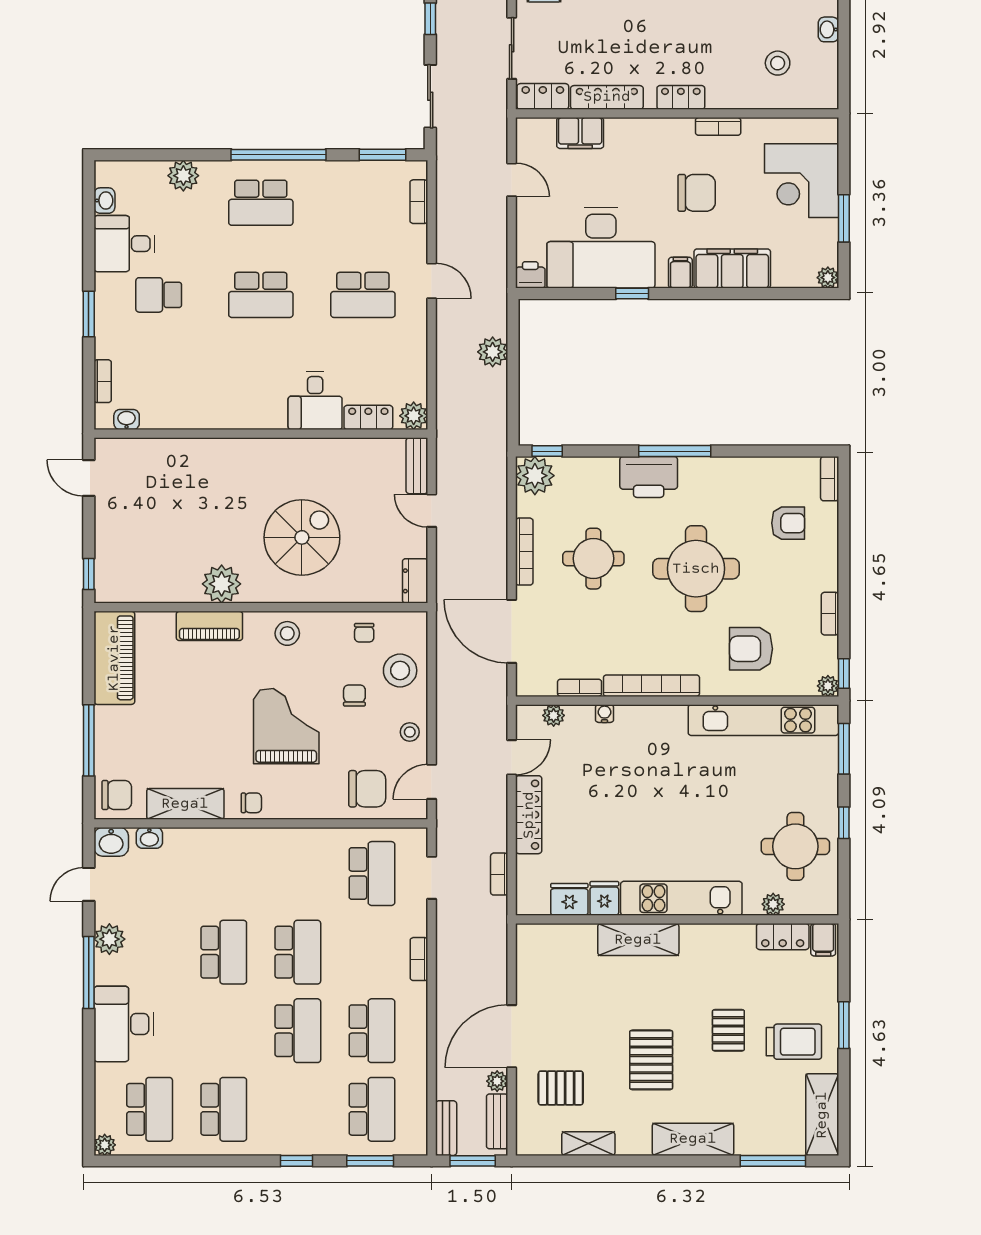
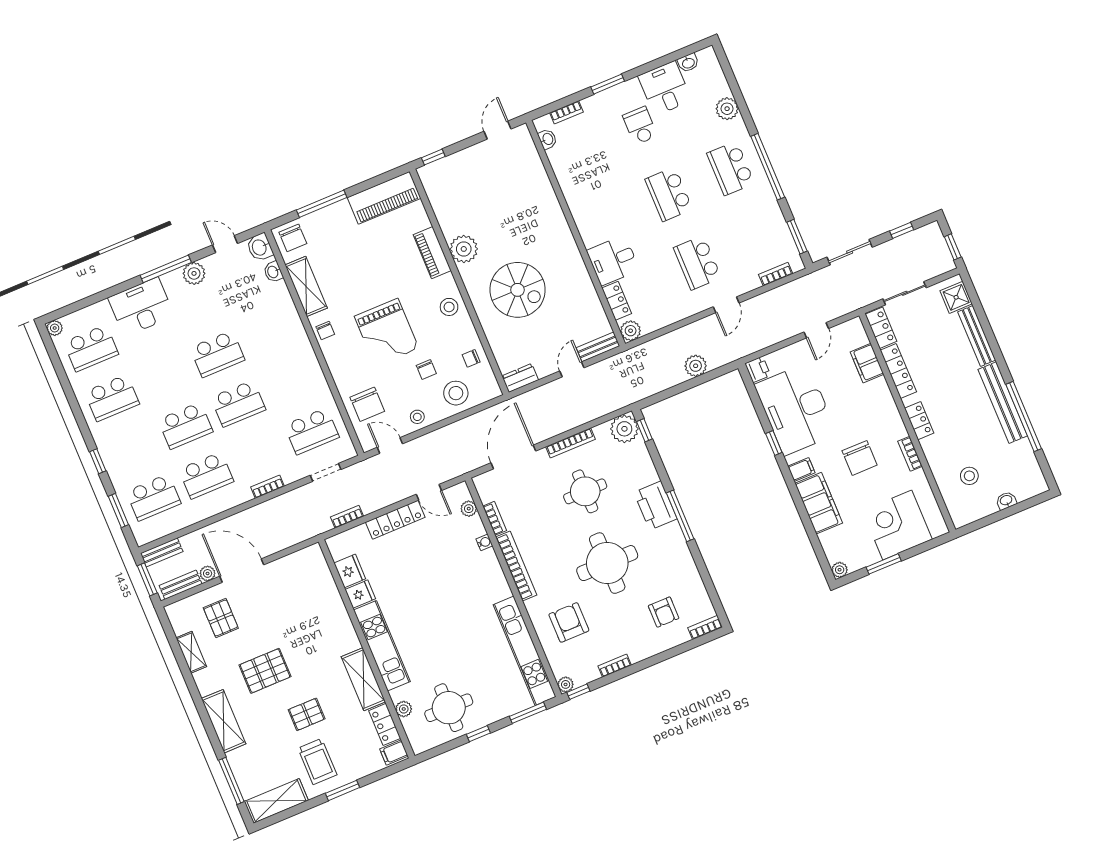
chair: (354, 695) -> (426, 369), turned 90
grand piano: (286, 726) -> (387, 332), turned 90
shelving: (638, 940) -> (363, 679), moved

